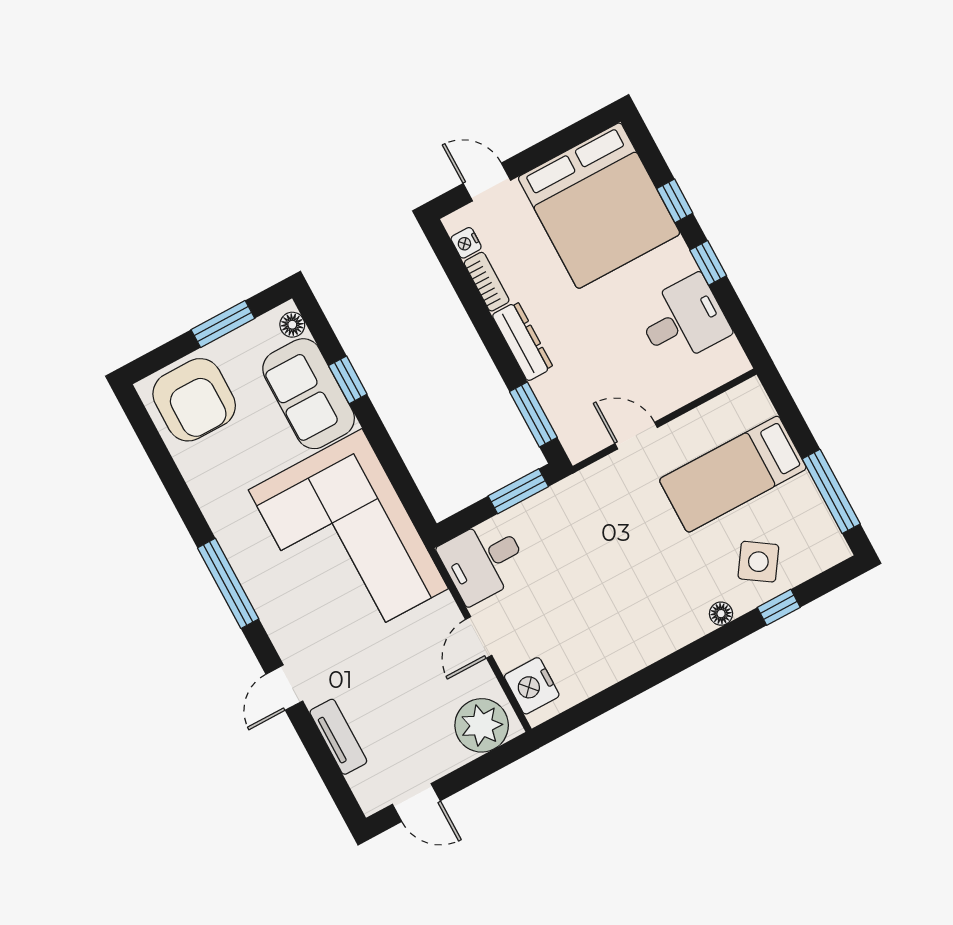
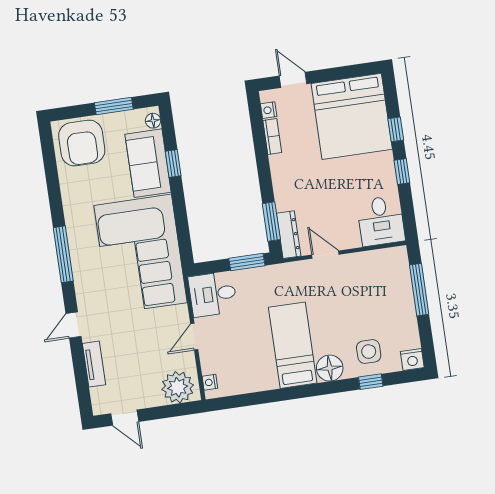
desk: (683, 320) -> (381, 221), moved, turned 90
dresser: (523, 341) -> (289, 235), moved
bed: (733, 474) -> (293, 345), moved, turned 90
window: (831, 491) -> (419, 290), moved
nightstand: (831, 549) -> (412, 359), added
side table: (758, 562) -> (369, 352), turned -34
floor lamp: (721, 614) -> (330, 368), width x1.89, depth x1.89
nightstand: (532, 686) -> (210, 382), width x0.53, depth x0.56

